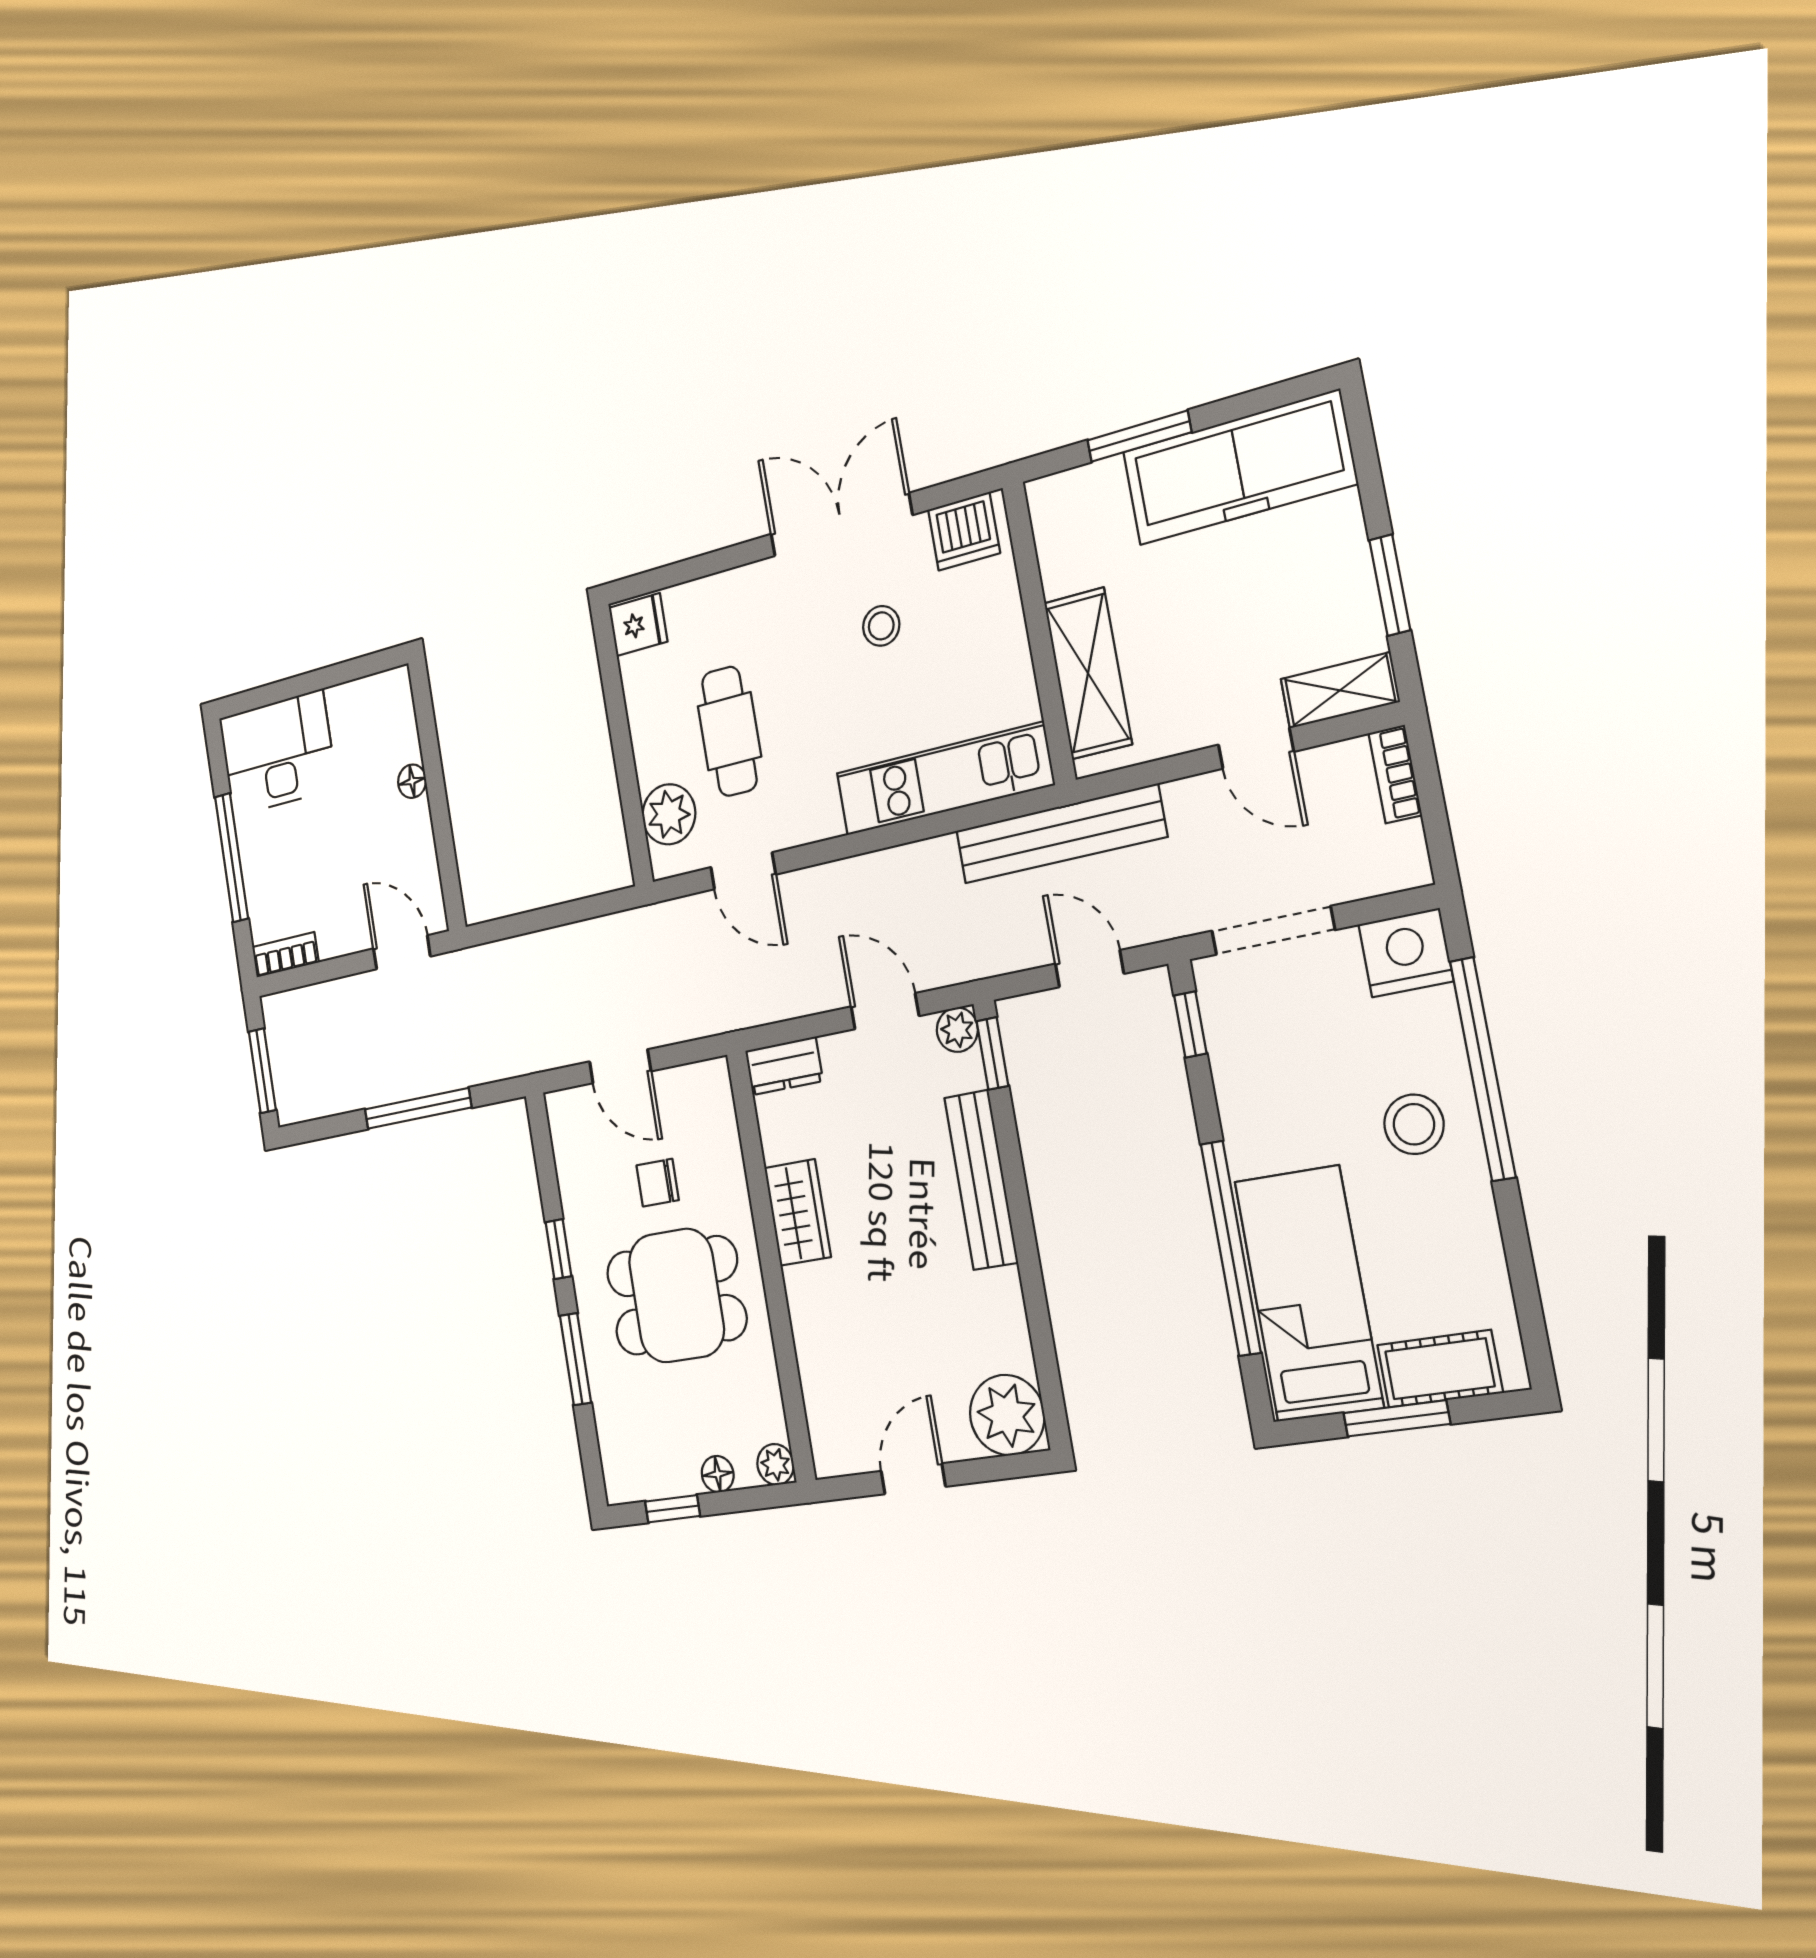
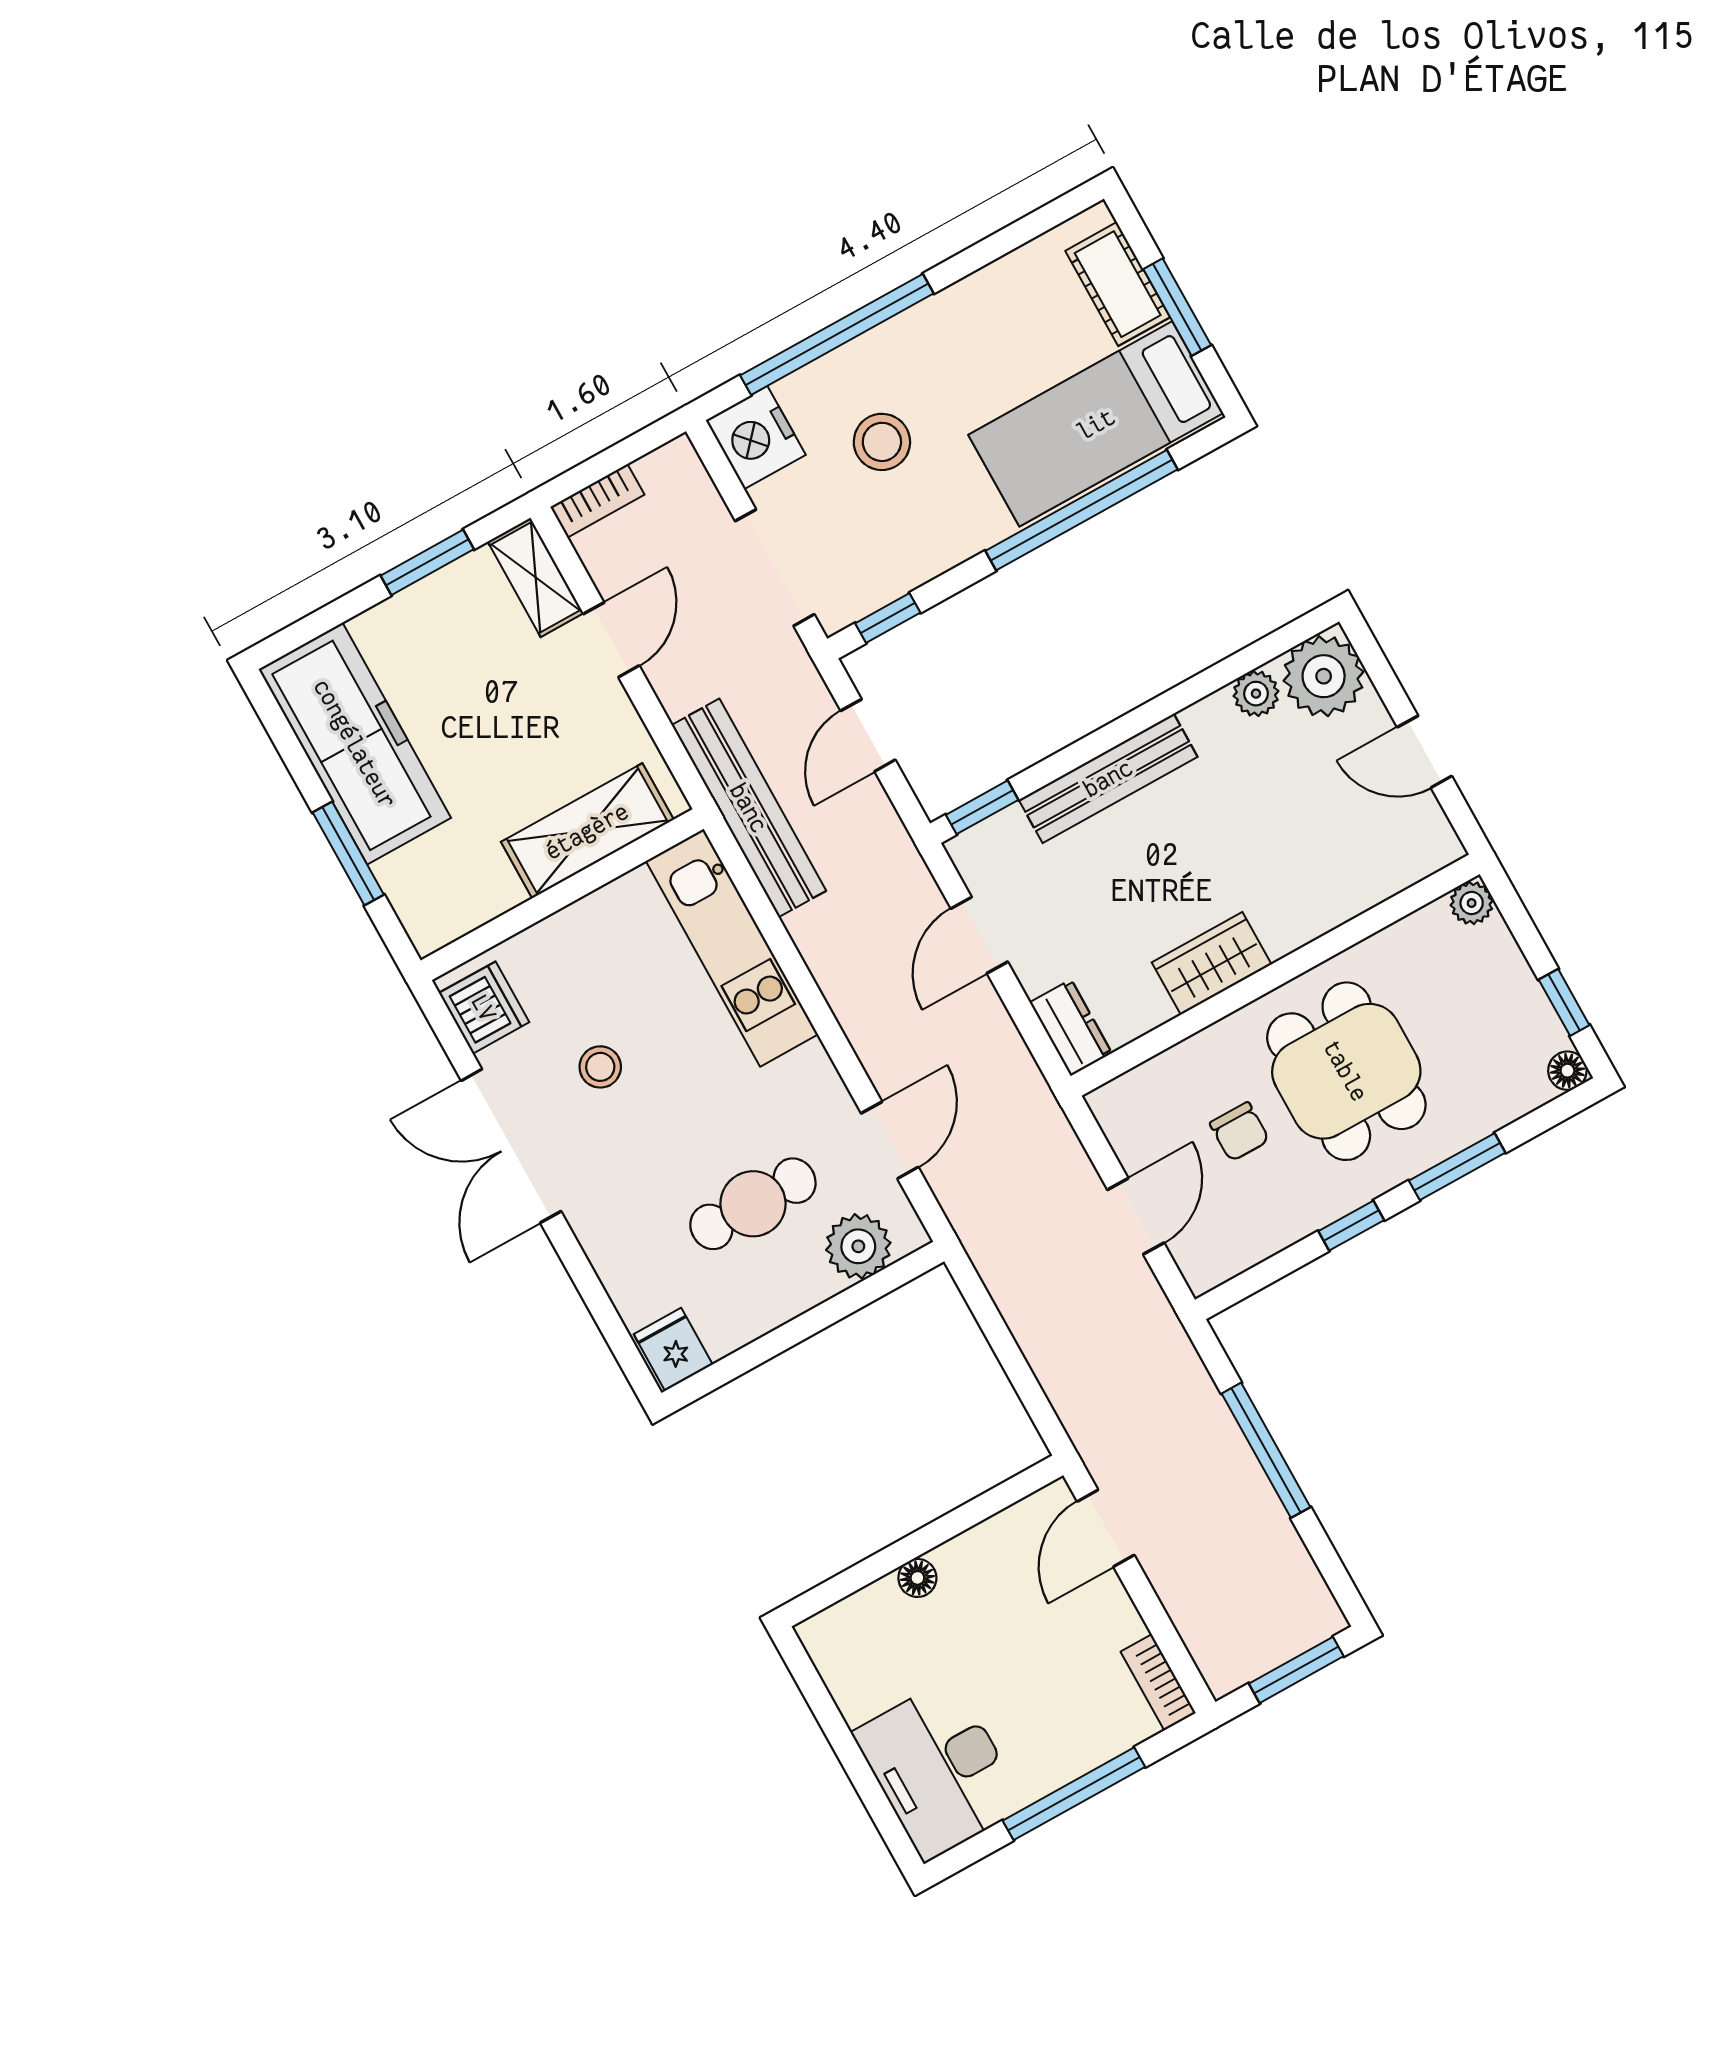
plant: (957, 1030) -> (1256, 694), moved
stool: (1414, 1124) -> (882, 442), moved
floor lamp: (718, 1474) -> (1567, 1071), moved

